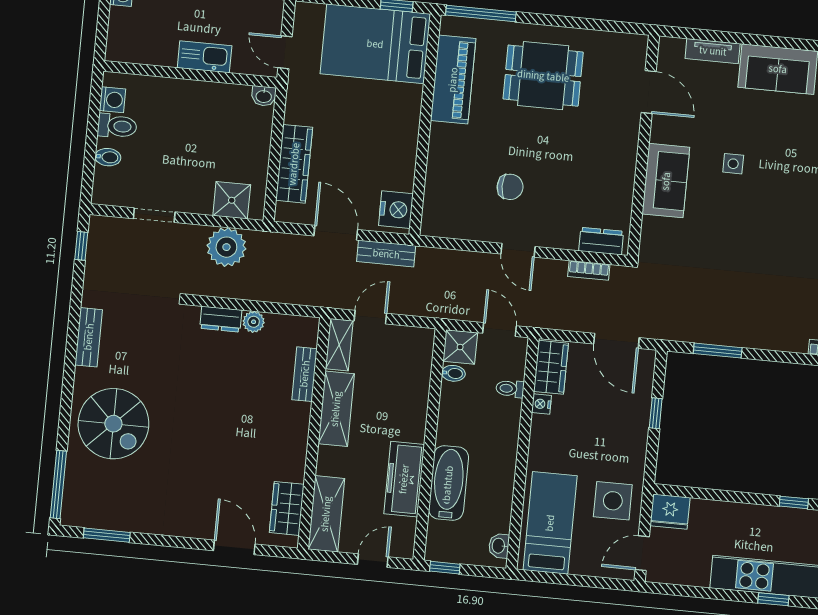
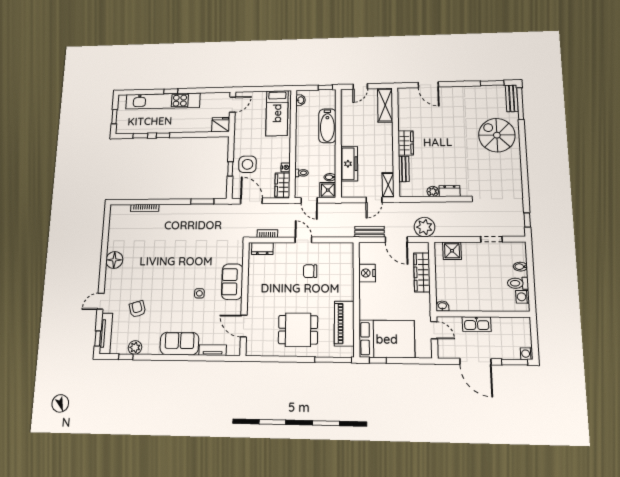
nightstand: (396, 210) -> (367, 273), moved
plant: (226, 247) -> (424, 227), moved
bench: (89, 337) -> (512, 98), moved
shelving: (336, 409) -> (386, 154), removed
freezer: (404, 479) -> (349, 164), moved
side table: (613, 501) -> (247, 164), moved
wardrobe: (287, 508) -> (406, 143), moved

